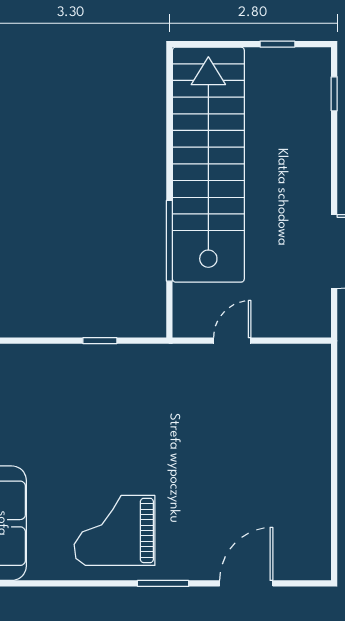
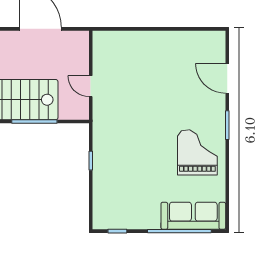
grand piano: (115, 530) -> (197, 152), turned 180

